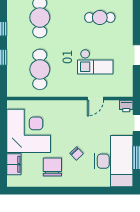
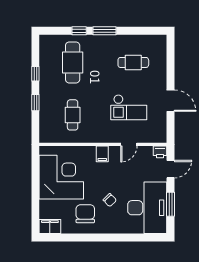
cafe table: (40, 69) -> (73, 115), width x0.73, depth x0.74
filing cabinet: (69, 108) -> (102, 154), added
filing cabinet: (14, 164) -> (50, 227), moved, turned -90

